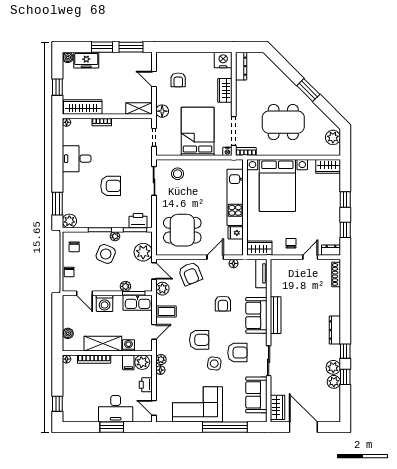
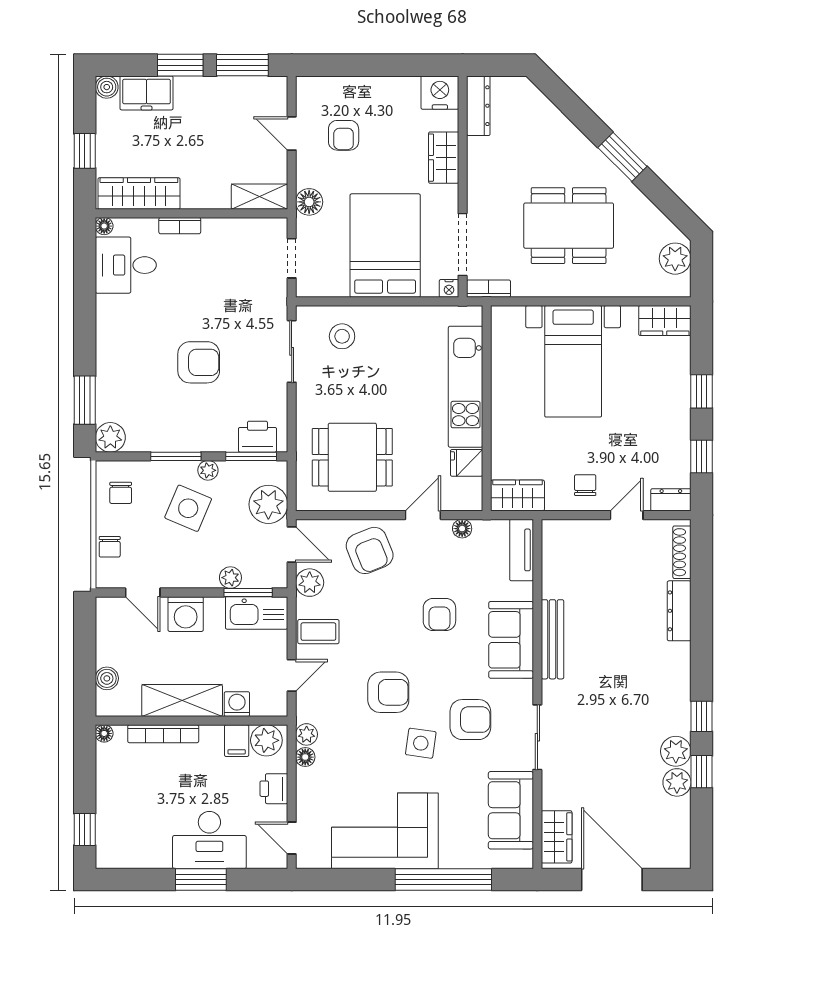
desk: (77, 159) -> (126, 265), moved
bed with nightstands: (277, 185) -> (573, 361), width x0.73
dresser: (335, 330) -> (679, 611), moved

